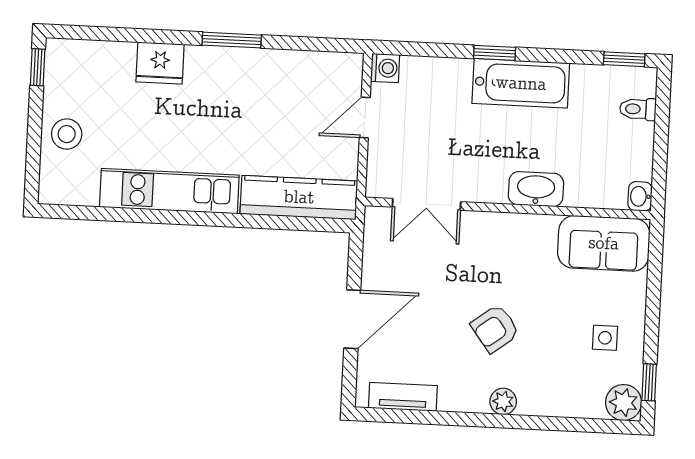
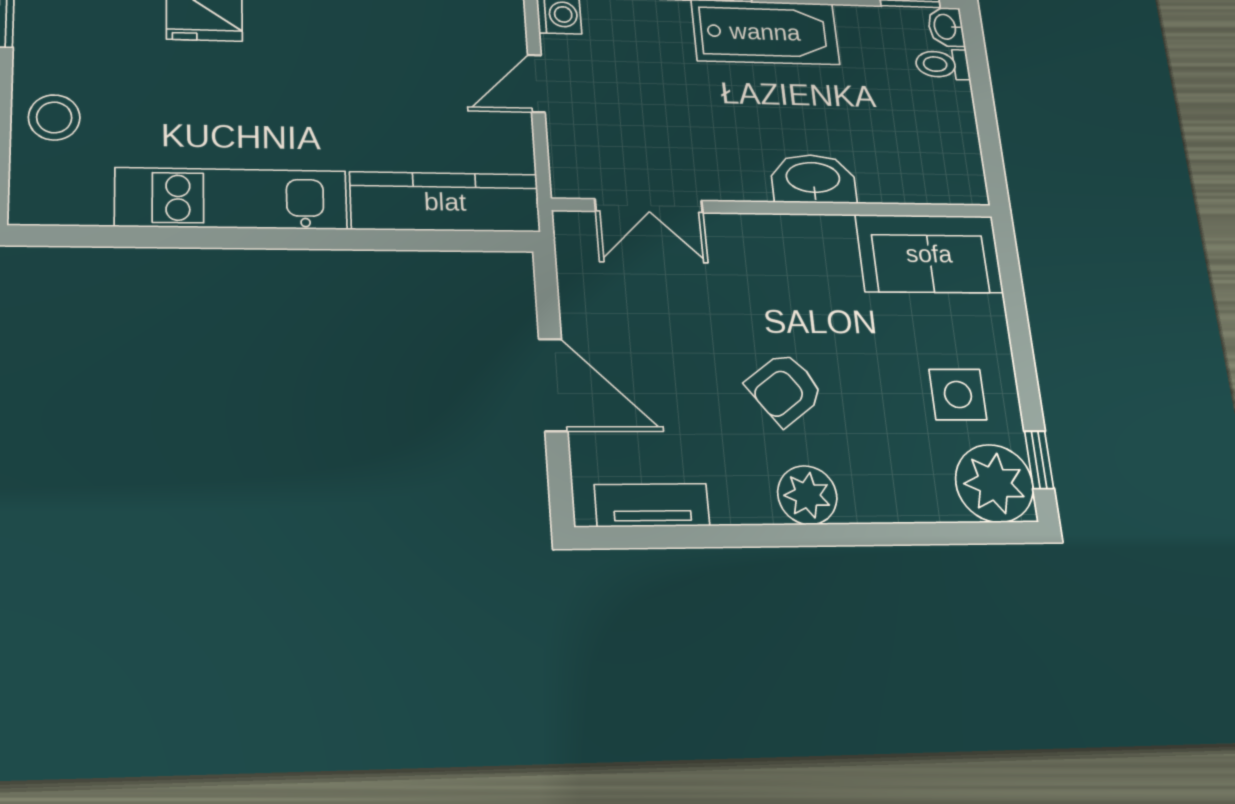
washbasin: (640, 196) -> (946, 27), moved
door: (352, 319) -> (553, 385), hinge flipped
side table: (605, 338) -> (958, 394), width x1.37, depth x1.37
plant: (503, 401) -> (807, 495), width x1.38, depth x1.38
plant: (624, 403) -> (994, 483), width x1.36, depth x1.36

